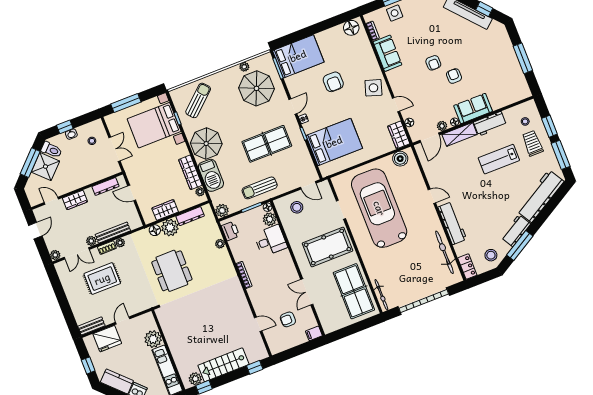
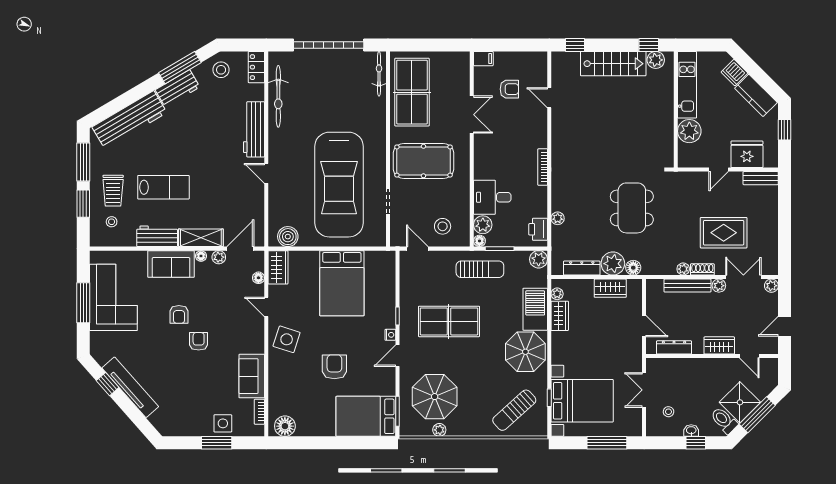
corner sofa: (504, 70) -> (113, 297), added
bed: (334, 142) -> (342, 283), moved, turned -90
wardrobe: (190, 172) -> (560, 316), width x0.67

